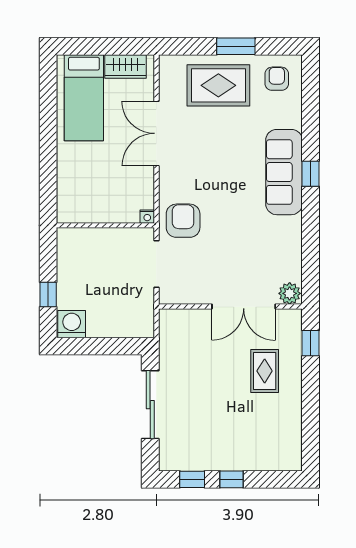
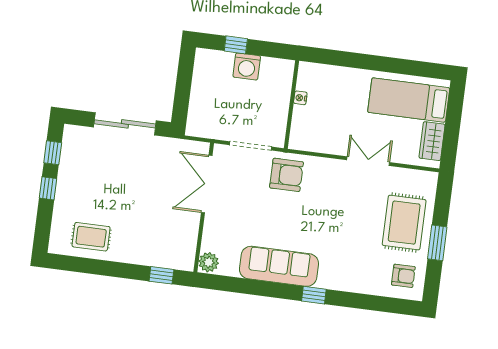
double door: (156, 133) -> (368, 161), width x0.73
sofa: (284, 172) -> (279, 266), moved
nightstand: (147, 217) -> (300, 98), moved
double door: (244, 307) -> (207, 184), moved
washing machine: (72, 324) -> (247, 66), moved, turned 90
rug: (265, 371) -> (91, 237), moved

